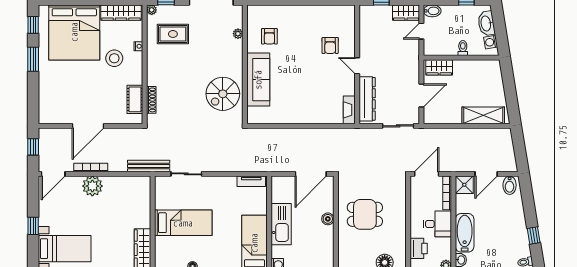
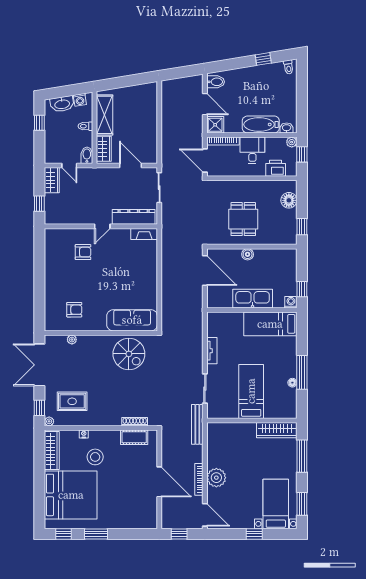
bidet: (432, 11) -> (87, 155), moved
rug: (173, 34) -> (72, 401), turned 90
sofa: (258, 80) -> (132, 320), moved
shelving: (483, 115) -> (104, 115), moved
tv unit: (251, 181) -> (212, 351), moved

